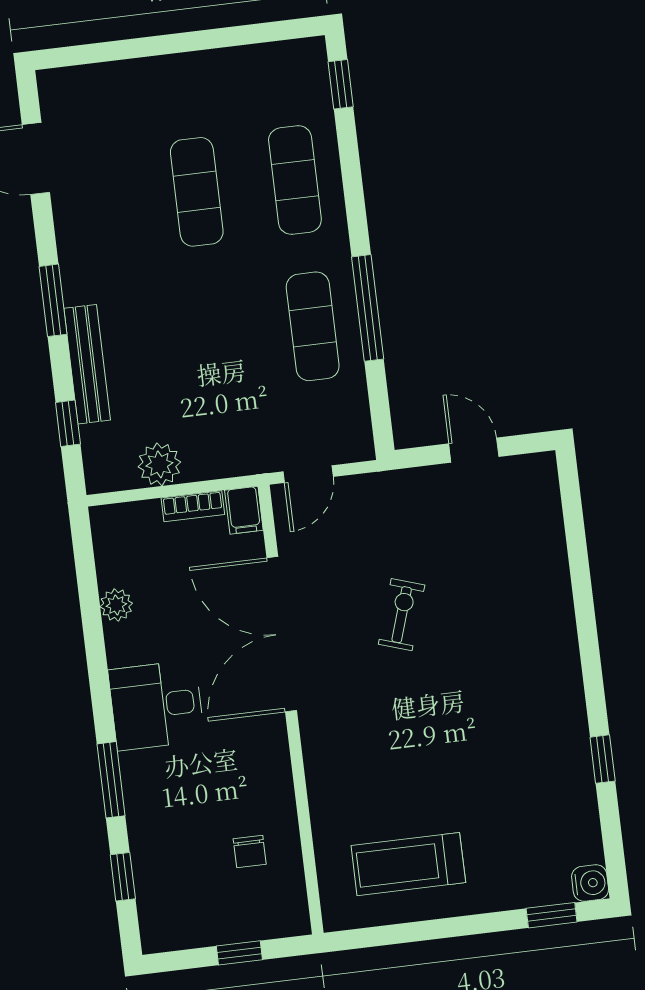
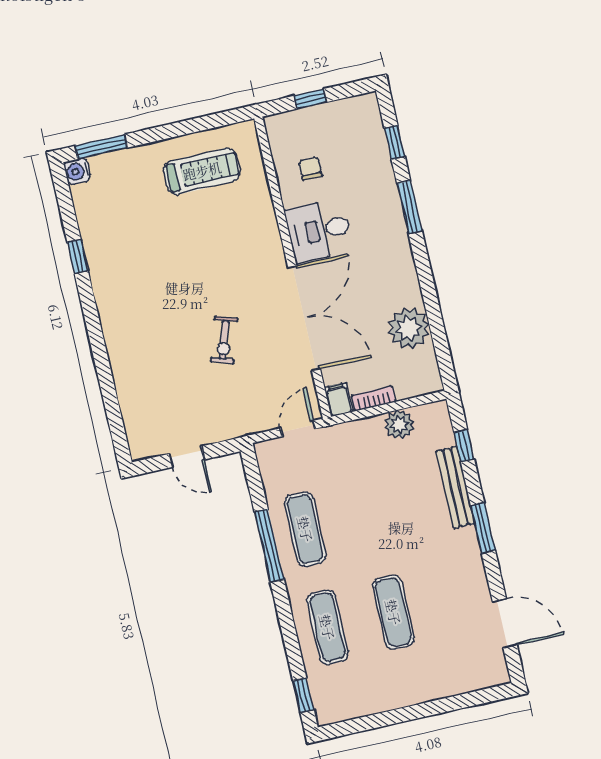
plant: (116, 605) -> (409, 328), width x1.88, depth x1.88
desk: (156, 705) -> (319, 231), moved, turned 180
window: (552, 915) -> (101, 147), width x1.50

